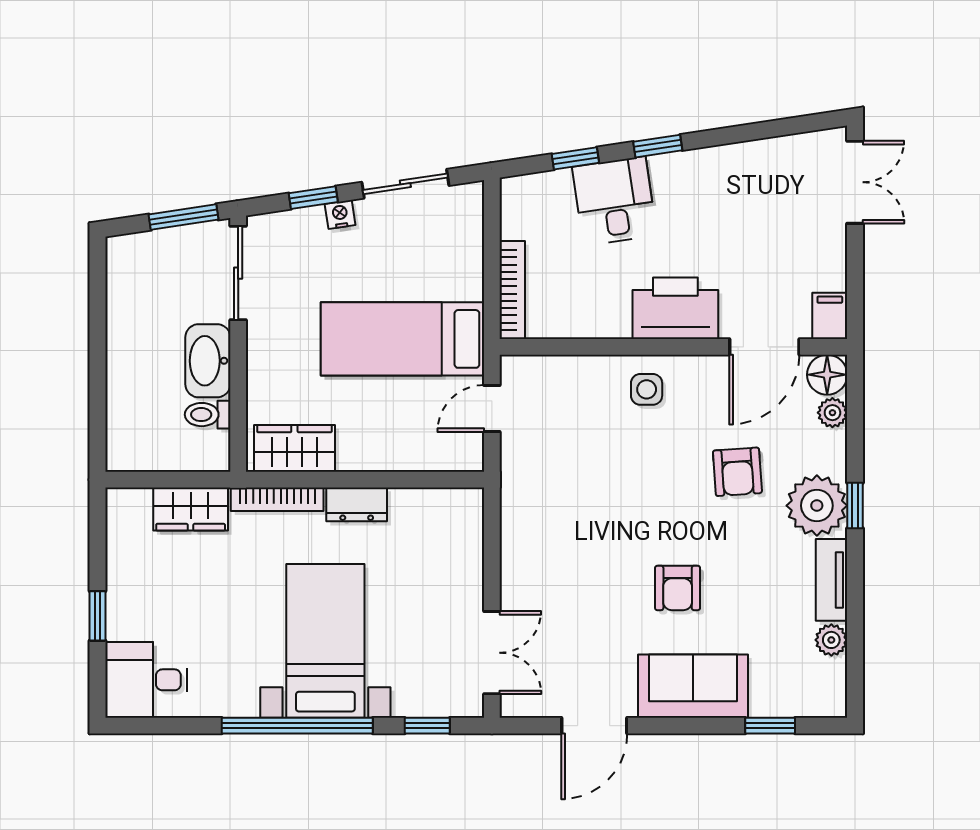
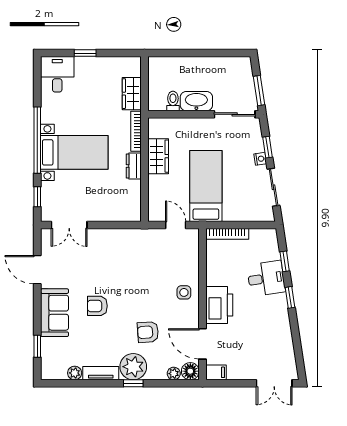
wardrobe: (294, 448) -> (158, 156), moved

